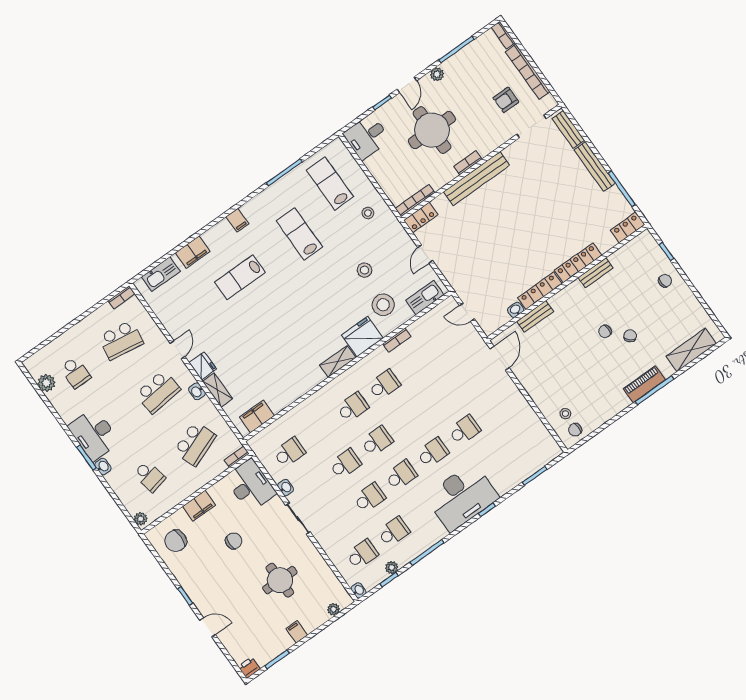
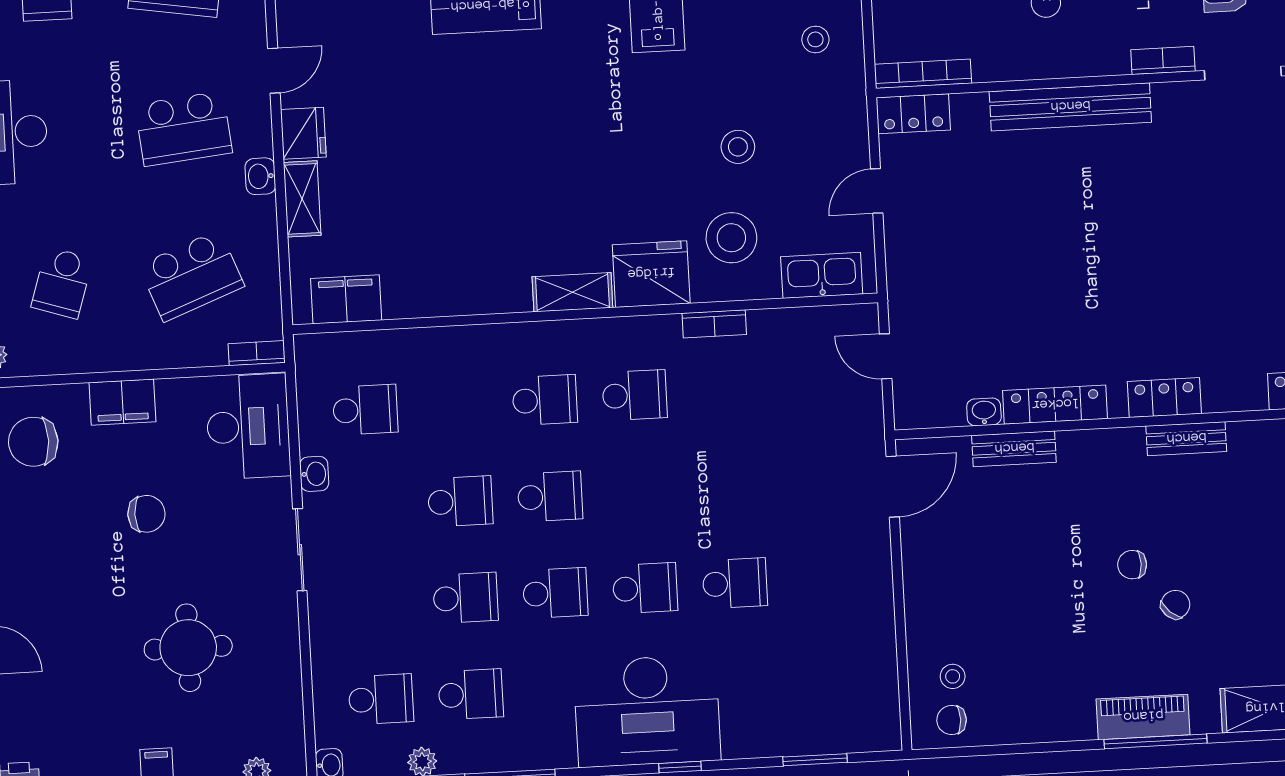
bookcase: (468, 163) -> (1163, 60), moved
locker: (578, 263) -> (1164, 398), width x0.66
school desk: (149, 476) -> (62, 283), turned 30

